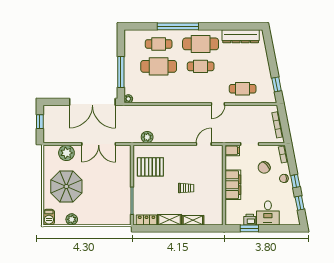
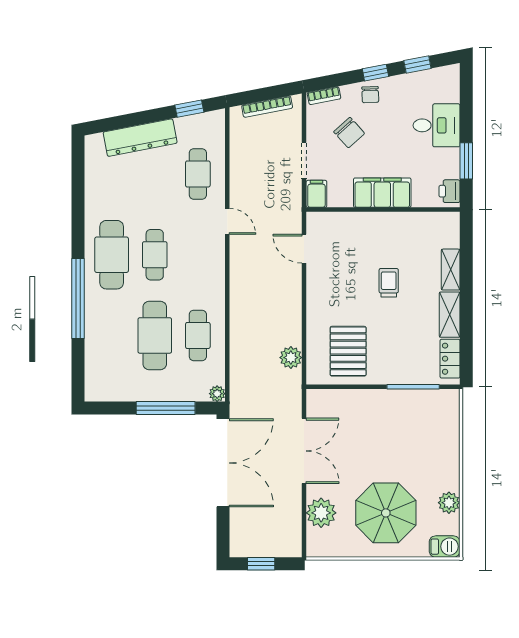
dresser: (241, 36) -> (140, 138), moved, turned 79
cafe table: (159, 44) -> (198, 335), moved
printer: (250, 220) -> (449, 191), moved

